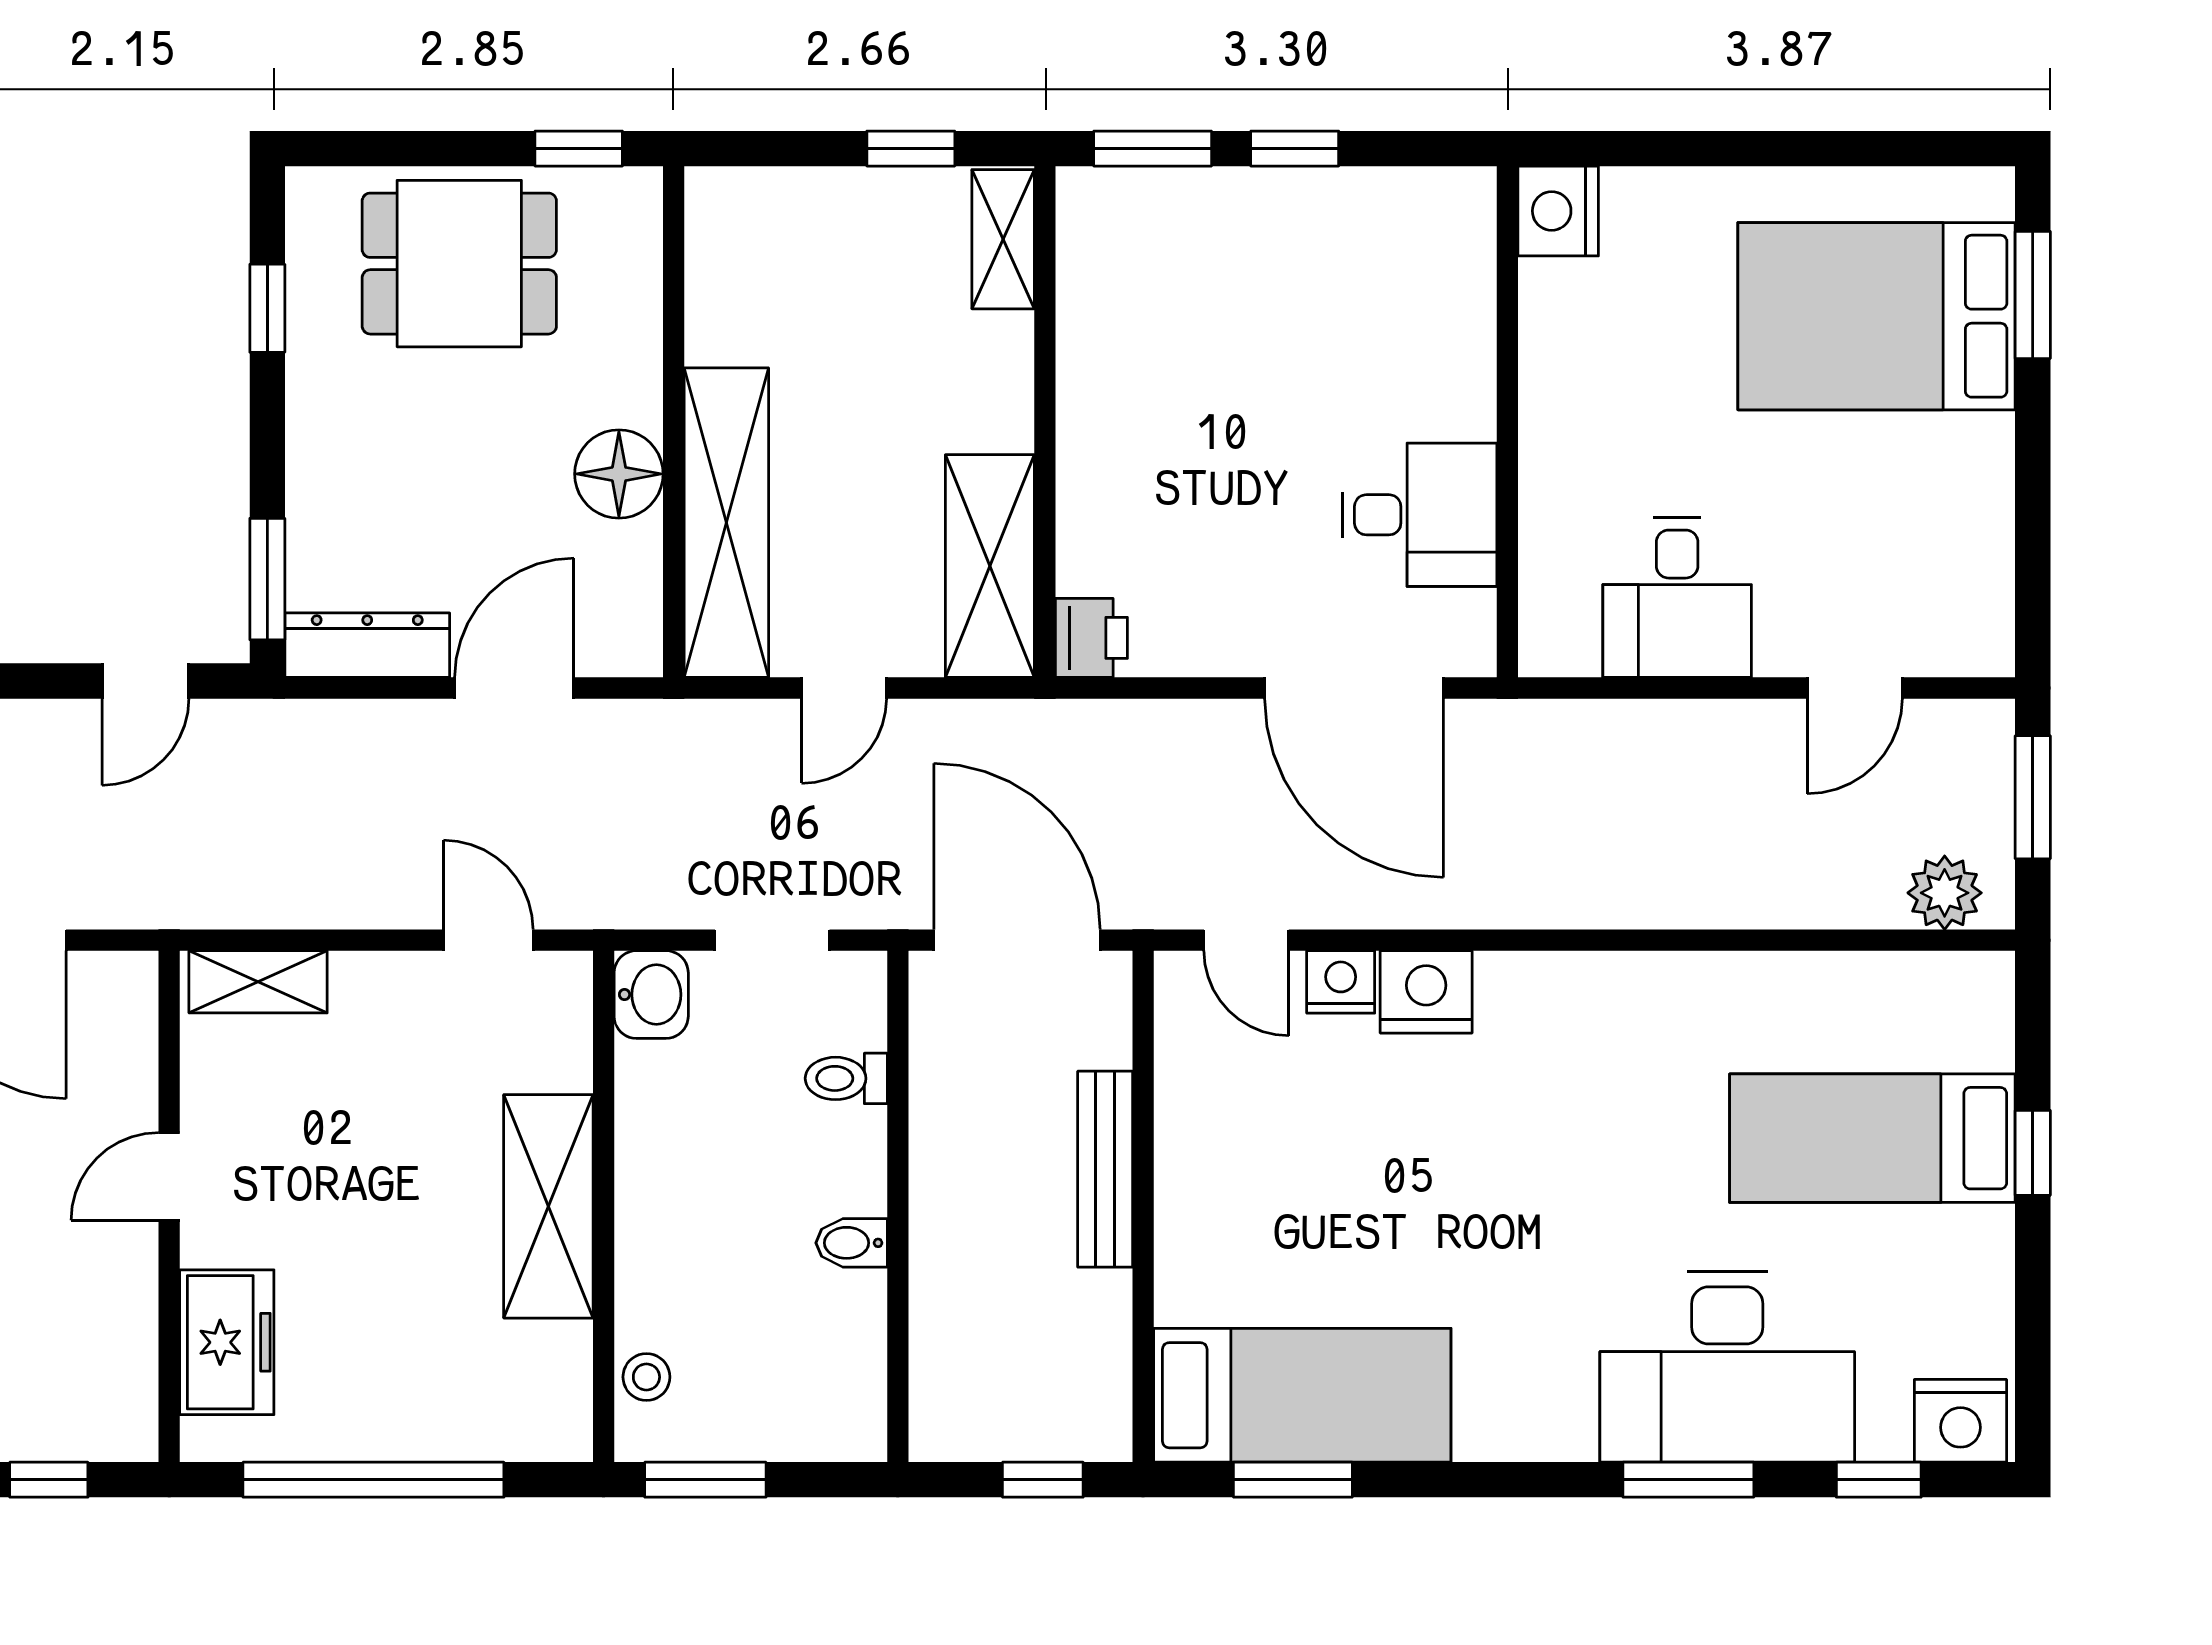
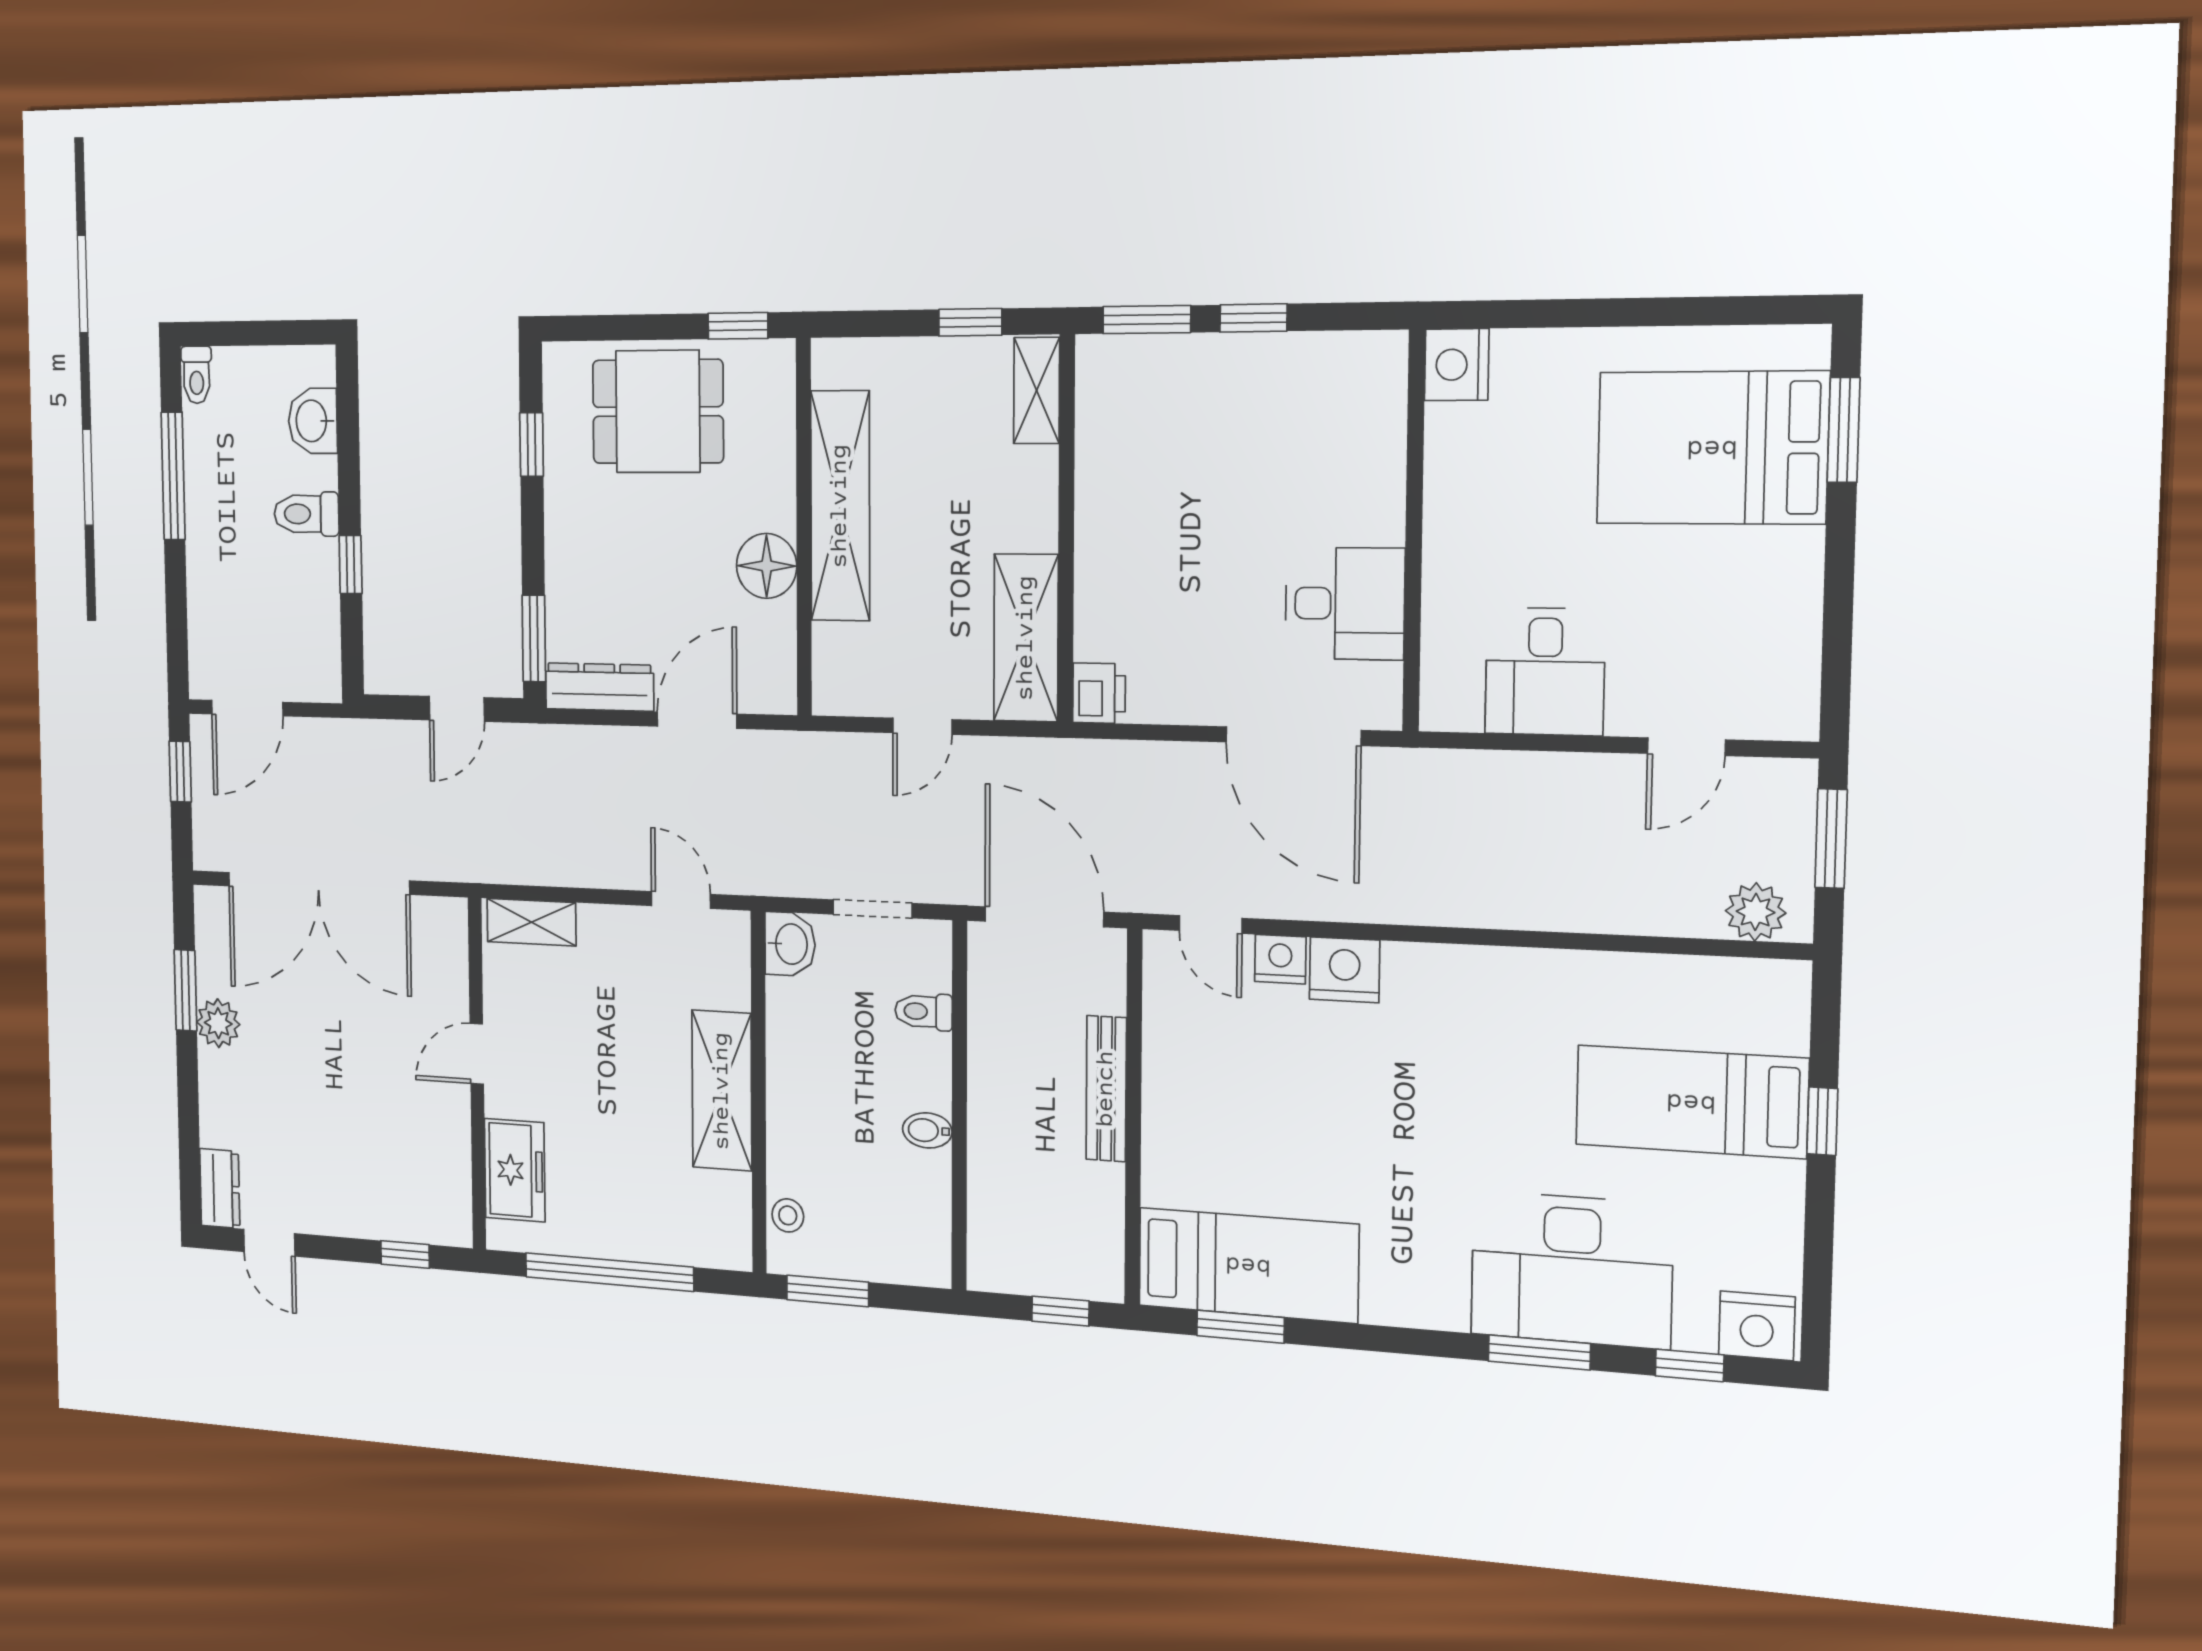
shelving: (726, 523) -> (840, 506), moved

